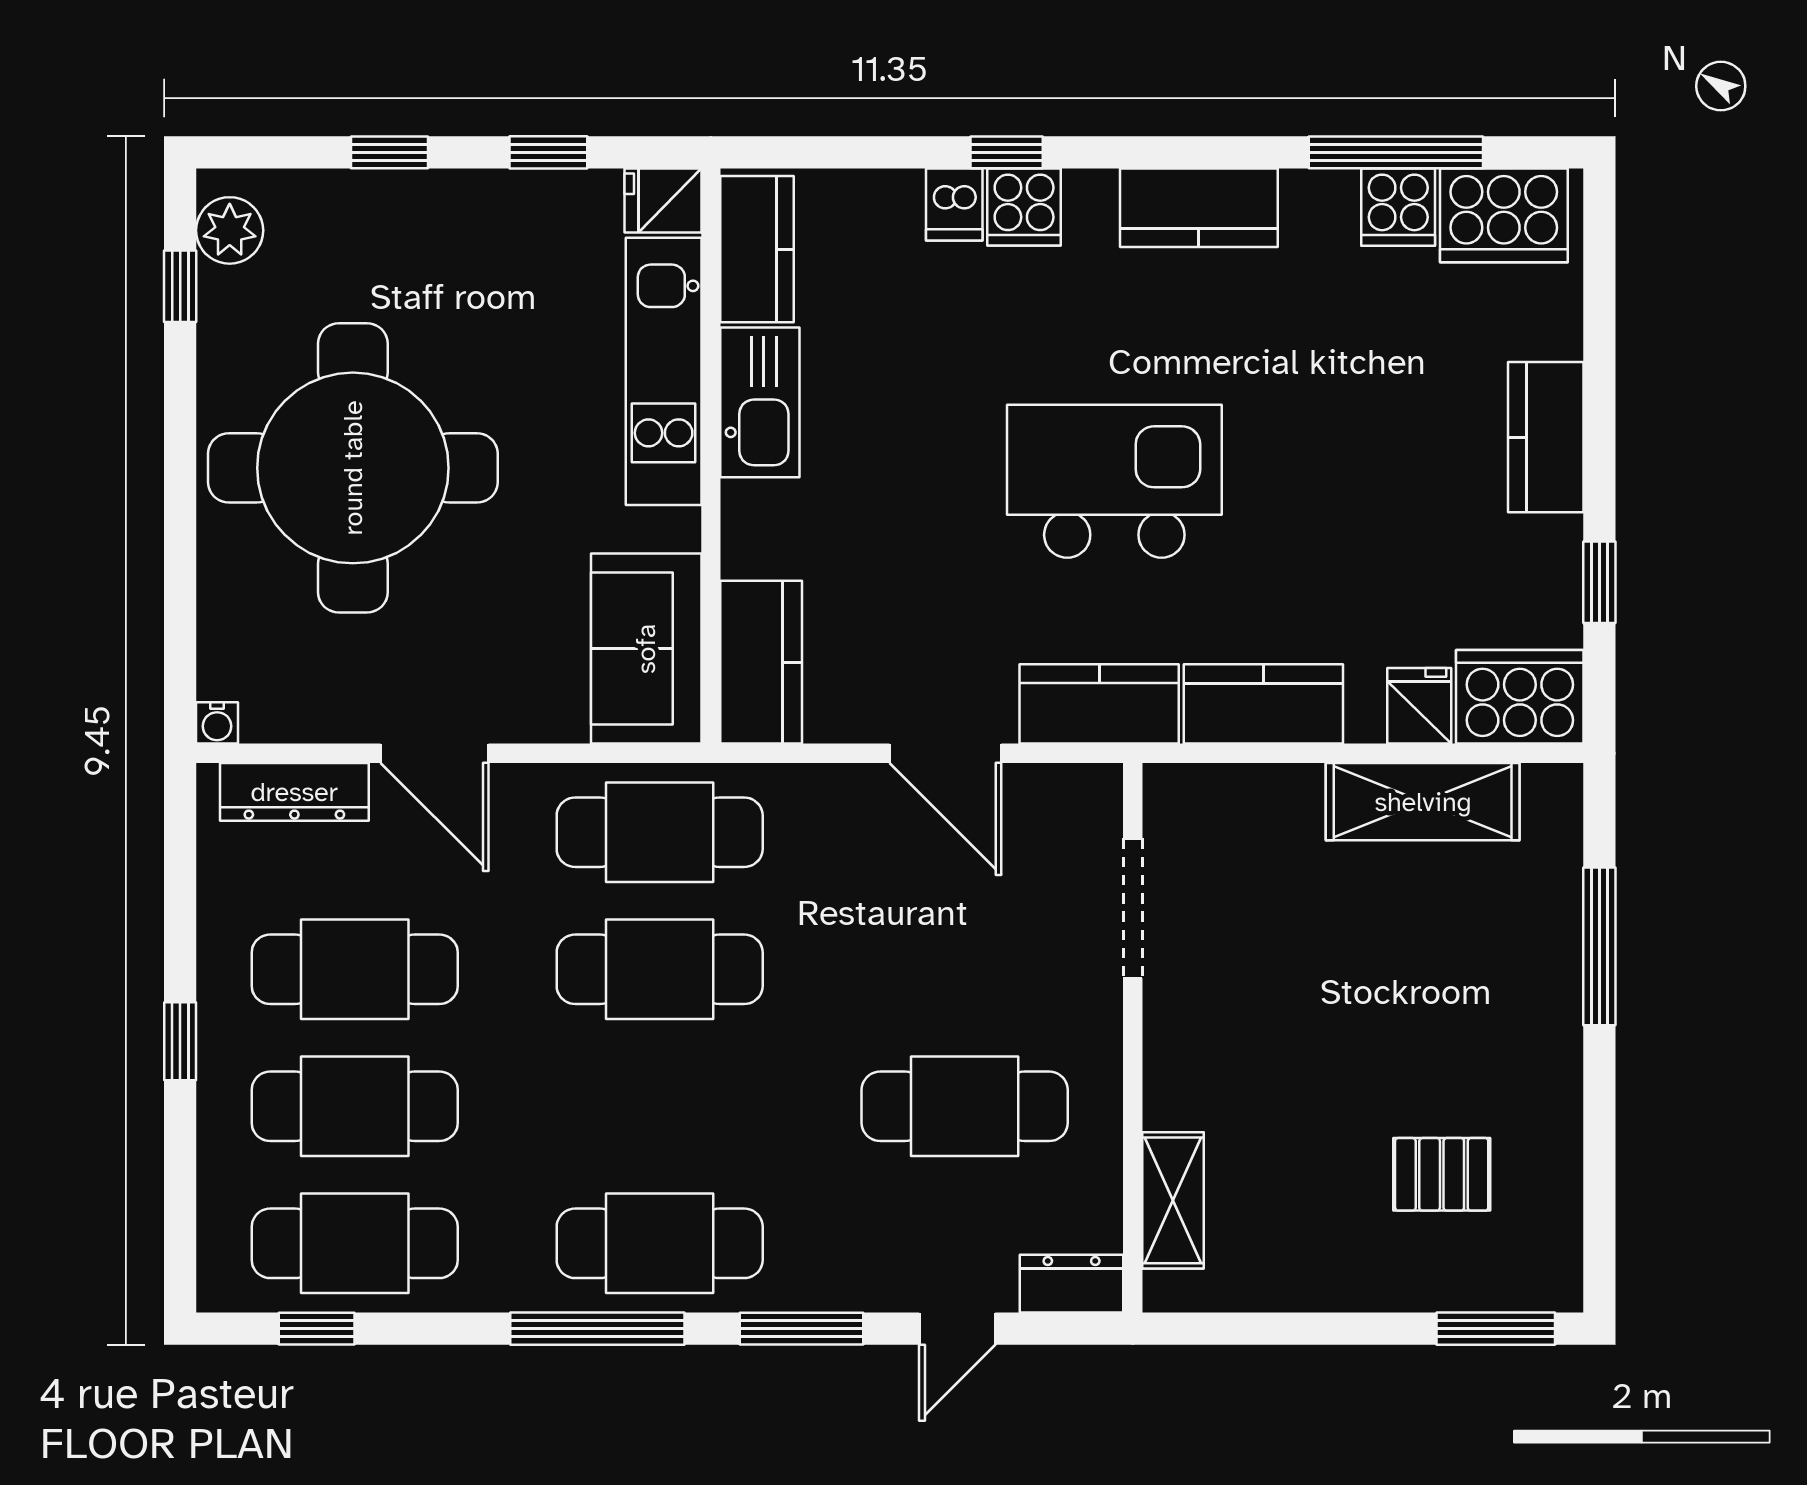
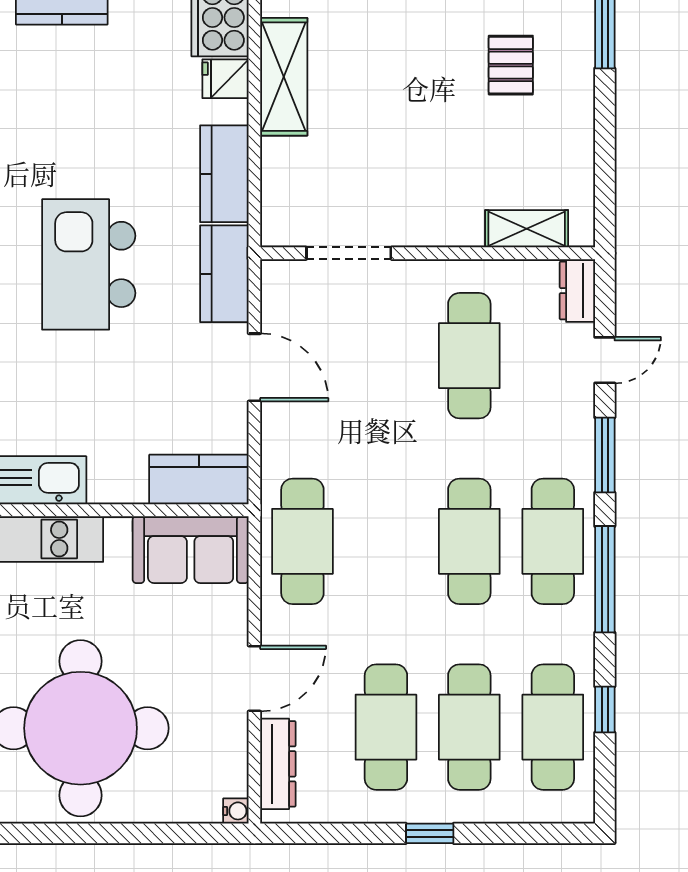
door: (945, 753) -> (254, 367), hinge flipped
cafe table: (660, 969) -> (469, 541), moved
window: (317, 1329) -> (605, 710), moved
door: (957, 1329) -> (605, 360), hinge flipped

